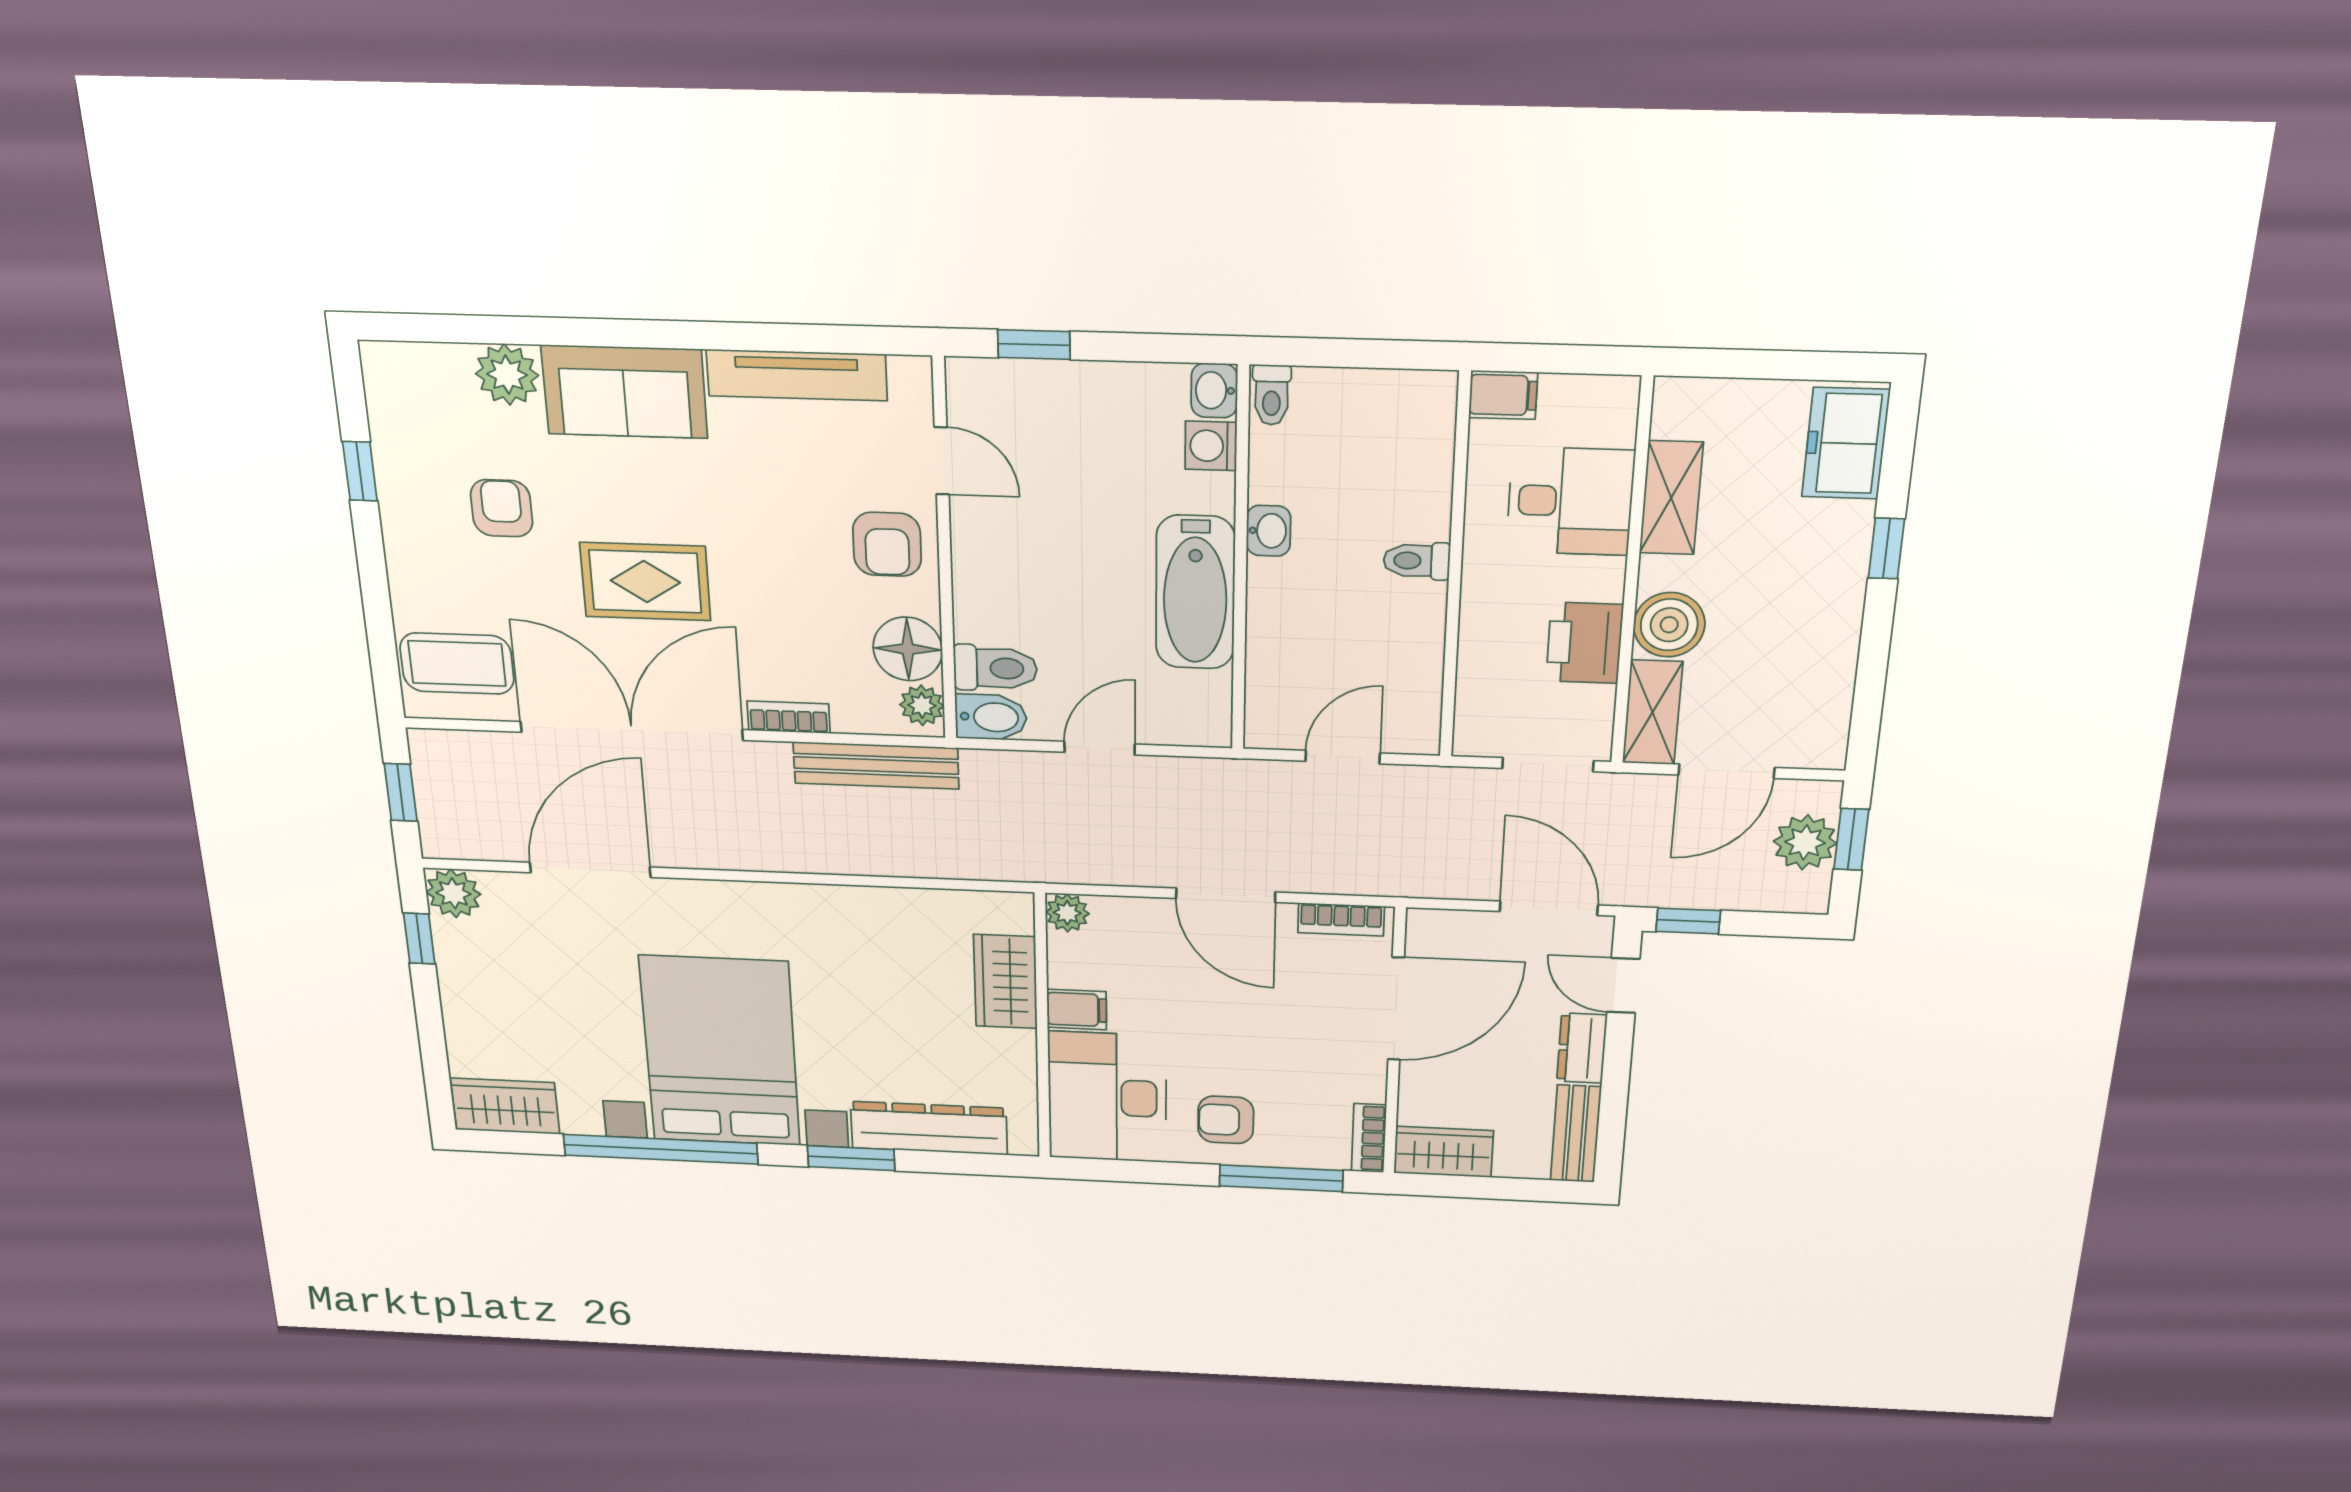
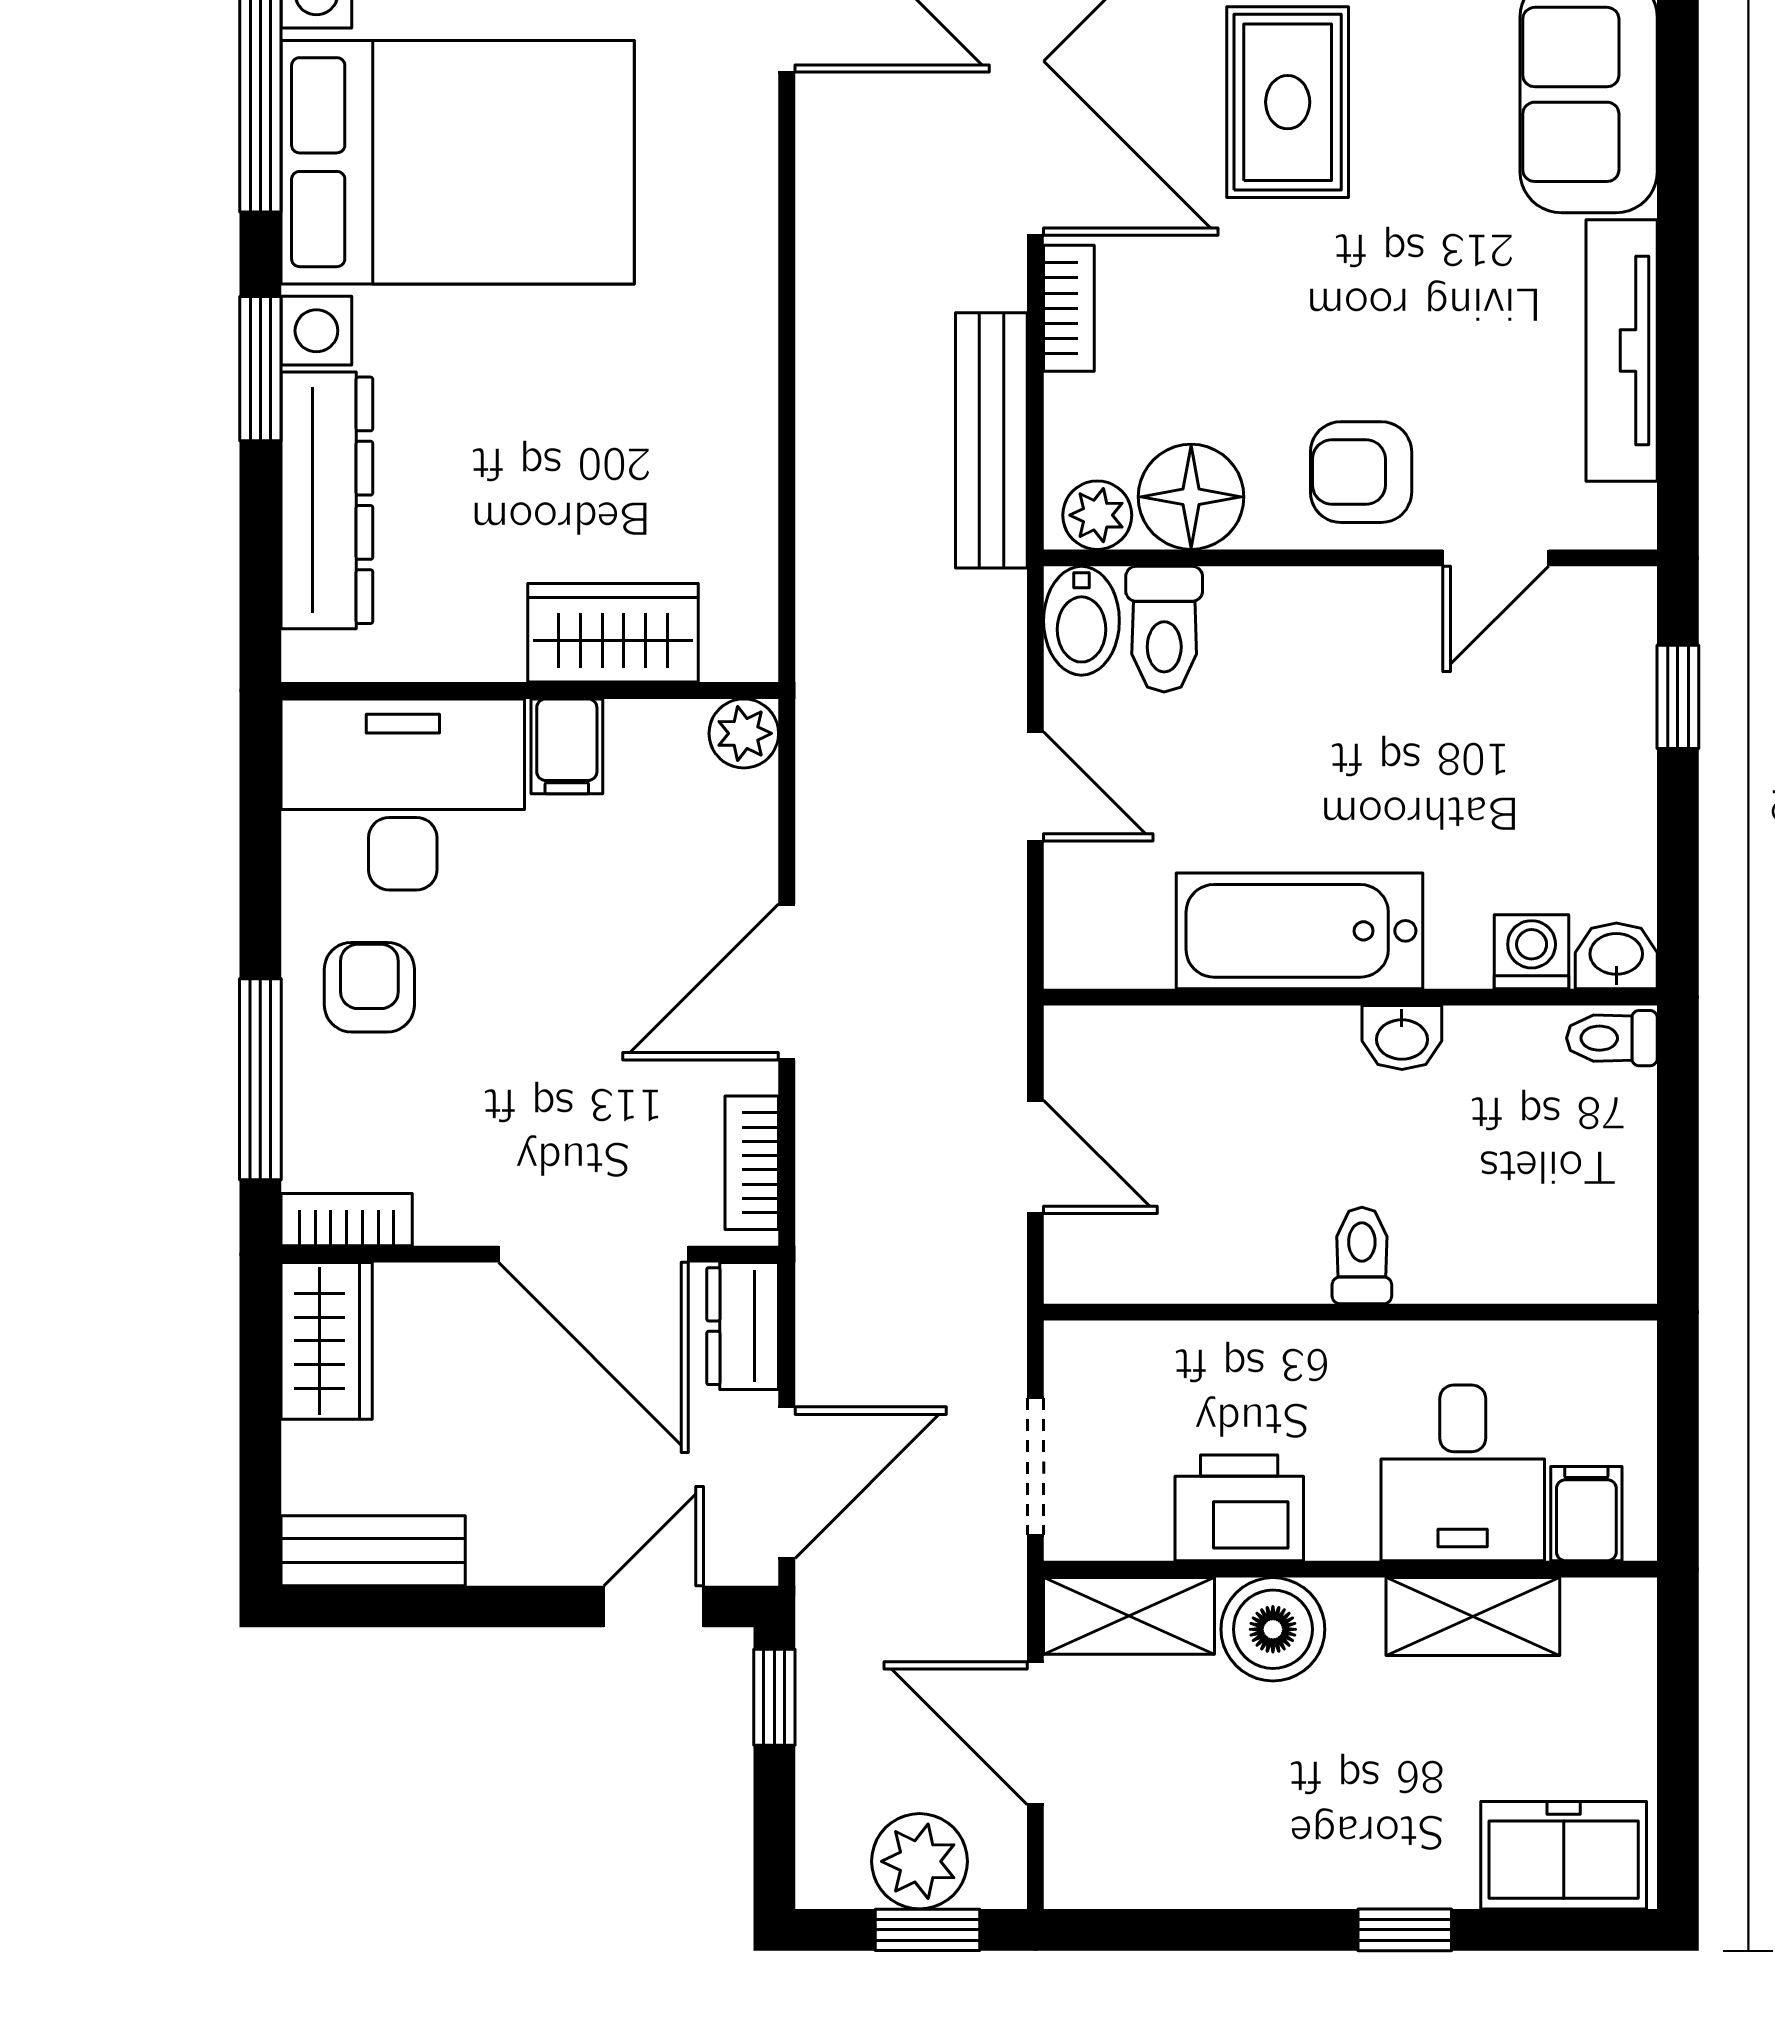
filing cabinet: (1503, 395) -> (1586, 1514), moved, turned 180
dresser: (1582, 1048) -> (743, 1326), moved, turned -90

